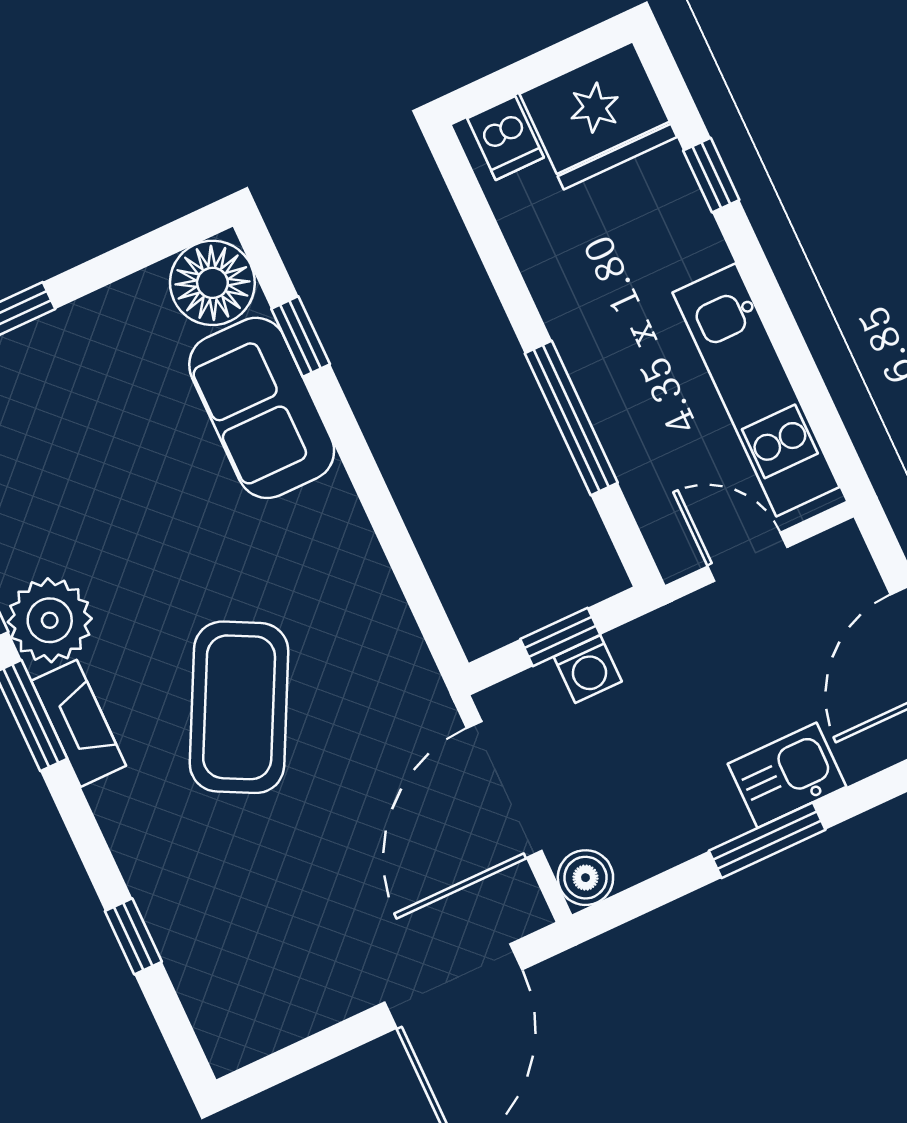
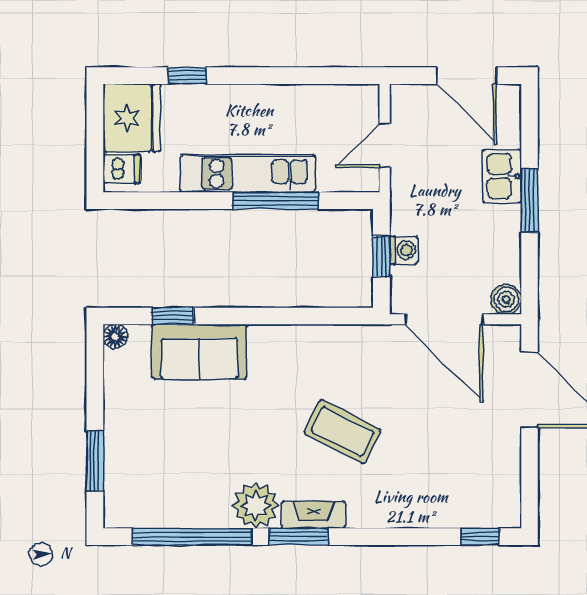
floor lamp: (212, 283) -> (115, 336), width x0.53, depth x0.53
kitchen unit: (756, 390) -> (248, 173), moved, turned 180
coffee table: (239, 707) -> (342, 432), width x0.73, depth x0.76
window: (133, 936) -> (480, 537), moved

